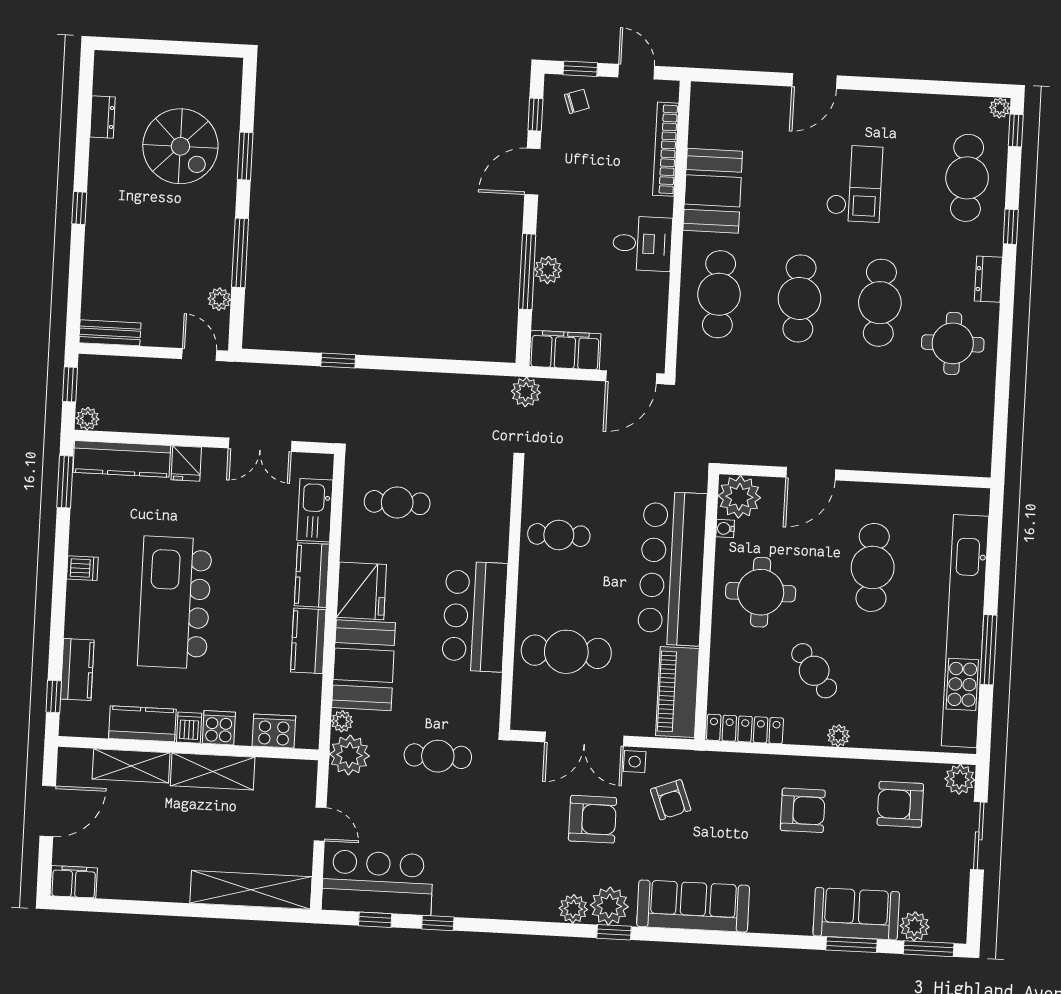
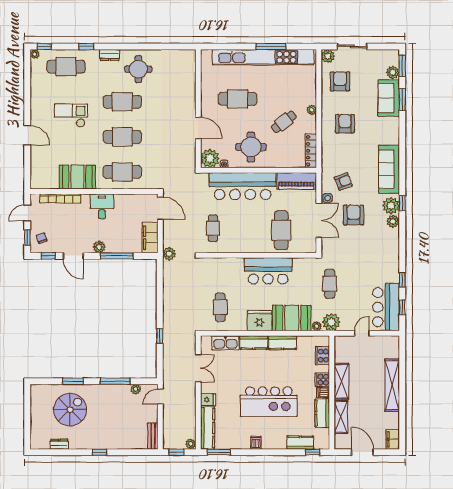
plant: (548, 270) -> (99, 247), moved
cafe table: (559, 535) -> (213, 228), moved
armchair: (900, 804) -> (340, 81), turned 180
shelving: (251, 890) -> (392, 385), moved

